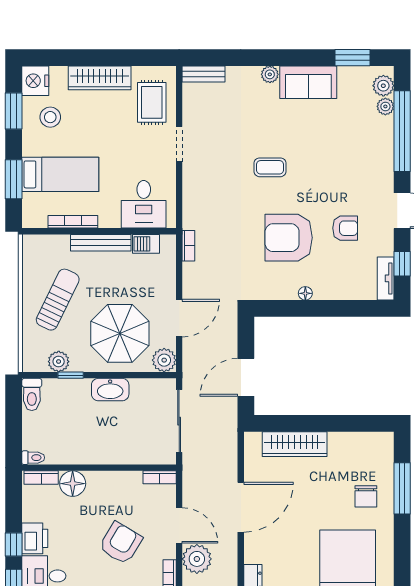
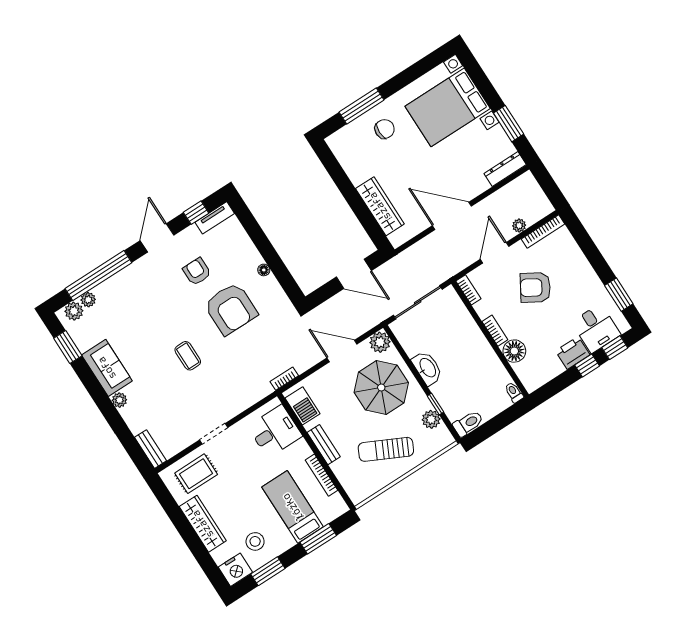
bench: (101, 243) -> (324, 445), width x0.73
barbecue: (146, 244) -> (302, 406), width x1.38, depth x1.27
bookcase: (41, 477) -> (495, 331), moved
plant: (197, 559) -> (519, 226), width x0.53, depth x0.53

